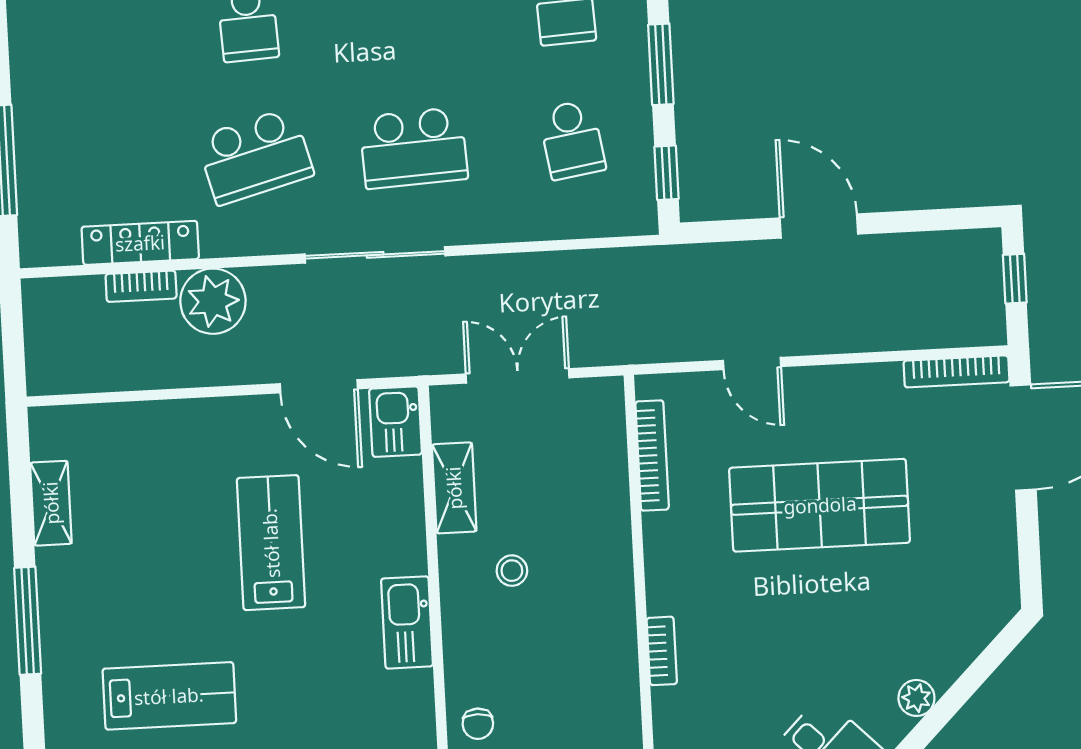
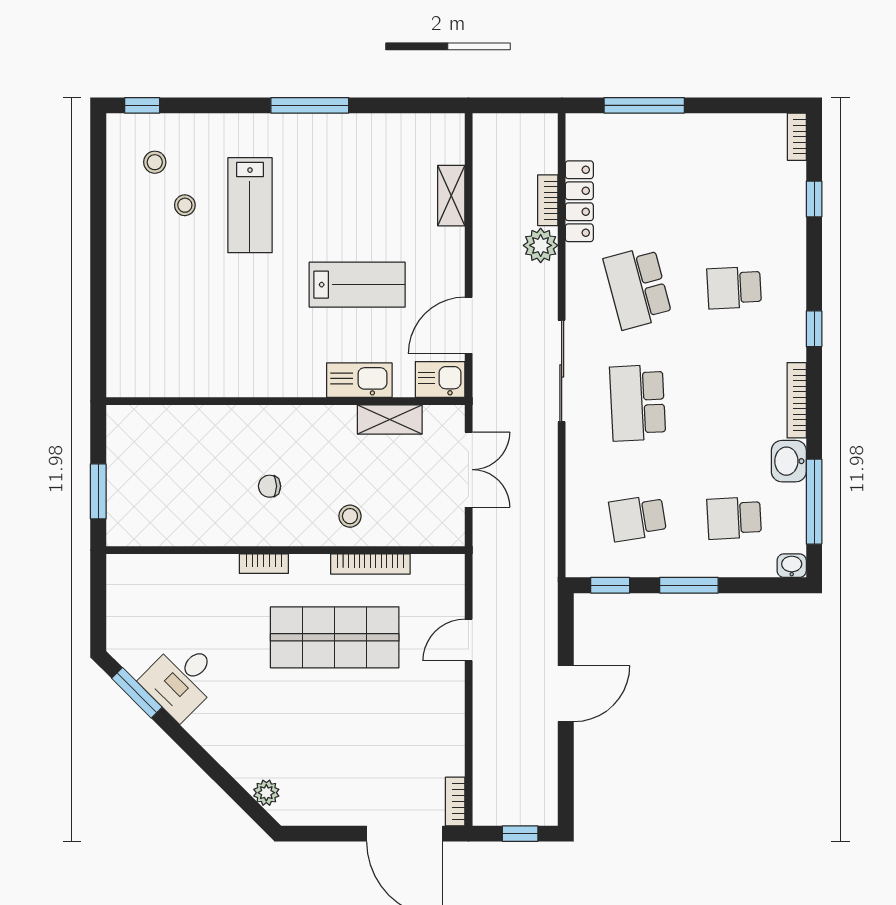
plant: (213, 301) -> (541, 245), width x0.73, depth x0.73
bookcase: (956, 371) -> (455, 801), width x0.64
bookcase: (652, 455) -> (370, 564), moved
shelving: (51, 503) -> (451, 196), moved, turned 90
shop shelf: (820, 505) -> (335, 637), moved, turned 90
stool: (512, 571) -> (350, 516), moved
kitchen sink: (407, 622) -> (359, 380), moved
plant: (916, 698) -> (266, 793), moved
chair: (478, 724) -> (270, 486), moved

